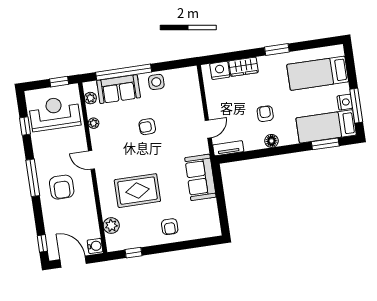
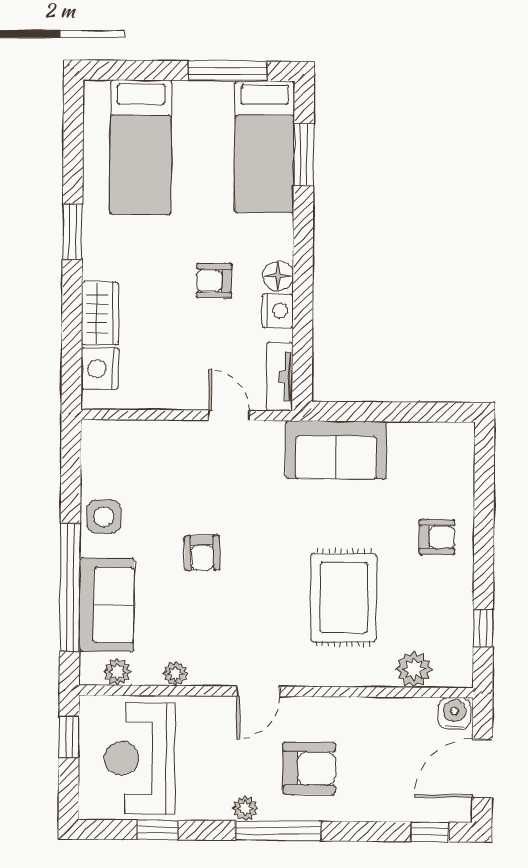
nightstand: (345, 102) -> (278, 311), moved, turned 90
plant: (40, 162) -> (245, 808), added

